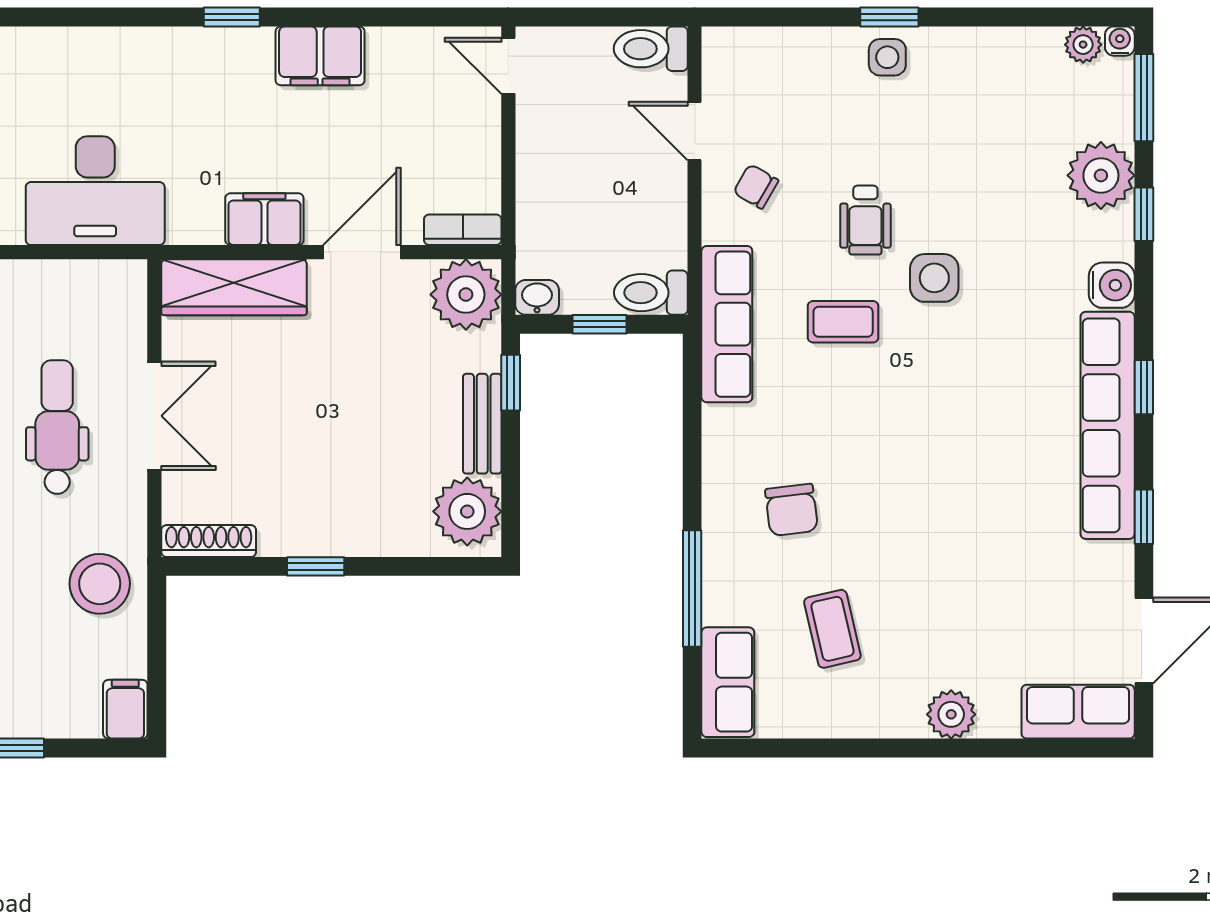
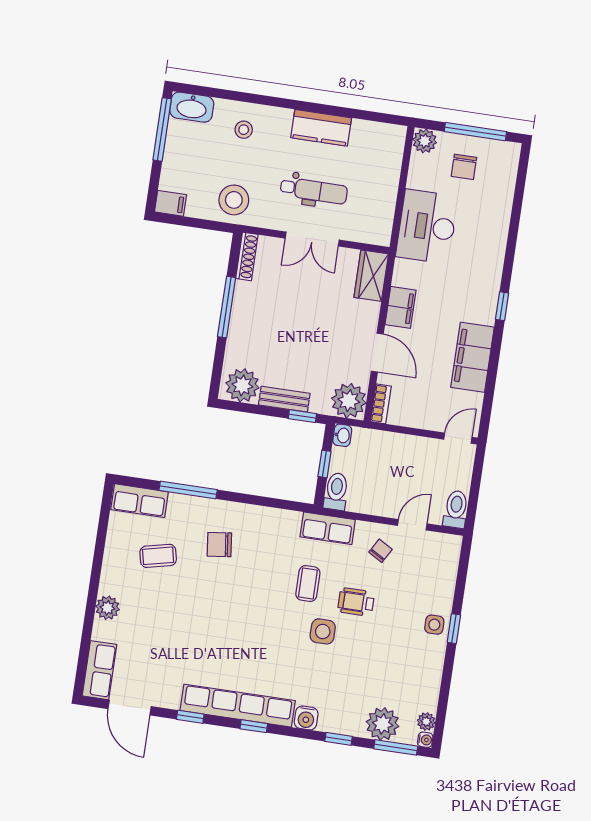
filing cabinet: (320, 56) -> (472, 357), width x1.50, depth x1.17
plant: (1101, 175) -> (383, 724), moved
wardrobe: (234, 287) -> (371, 276), width x0.67
row of seats: (727, 324) -> (328, 528), width x0.68
window: (316, 566) -> (227, 307), width x2.17

